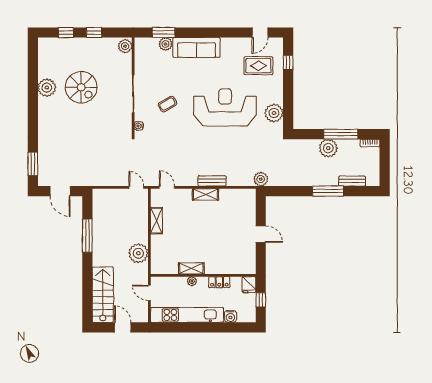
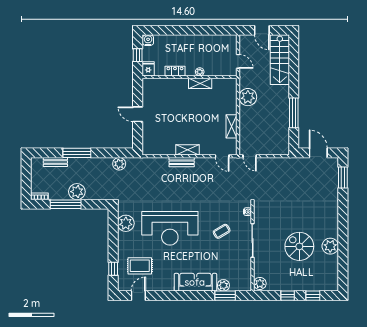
plant: (261, 179) -> (119, 164), moved
kitchen unit: (187, 315) -> (204, 42), removed
water cooler: (230, 316) -> (148, 40), moved

